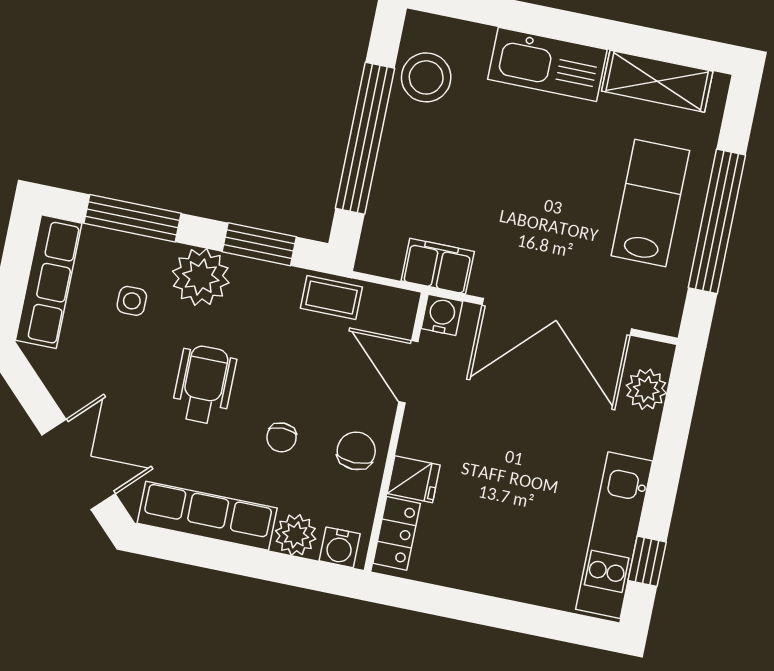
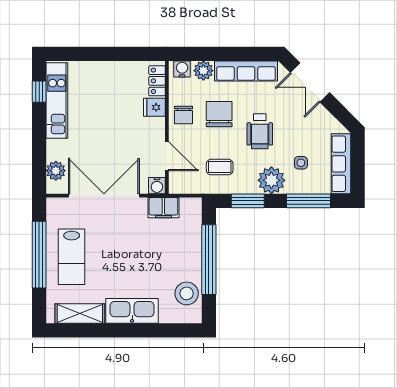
coffee table: (331, 298) -> (220, 167), moved
chair: (281, 437) -> (219, 114), width x1.87, depth x1.87

